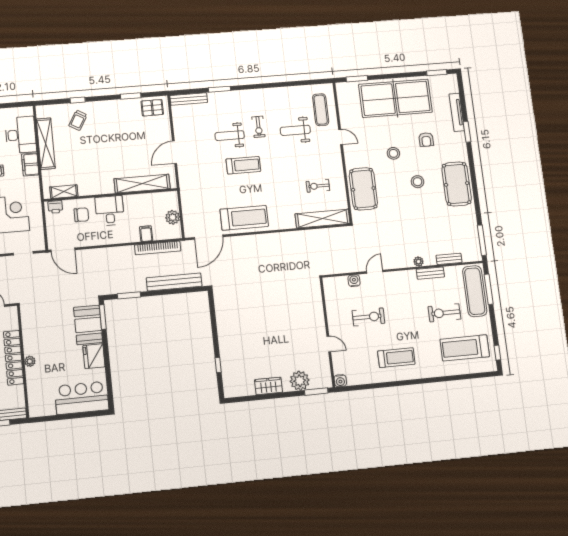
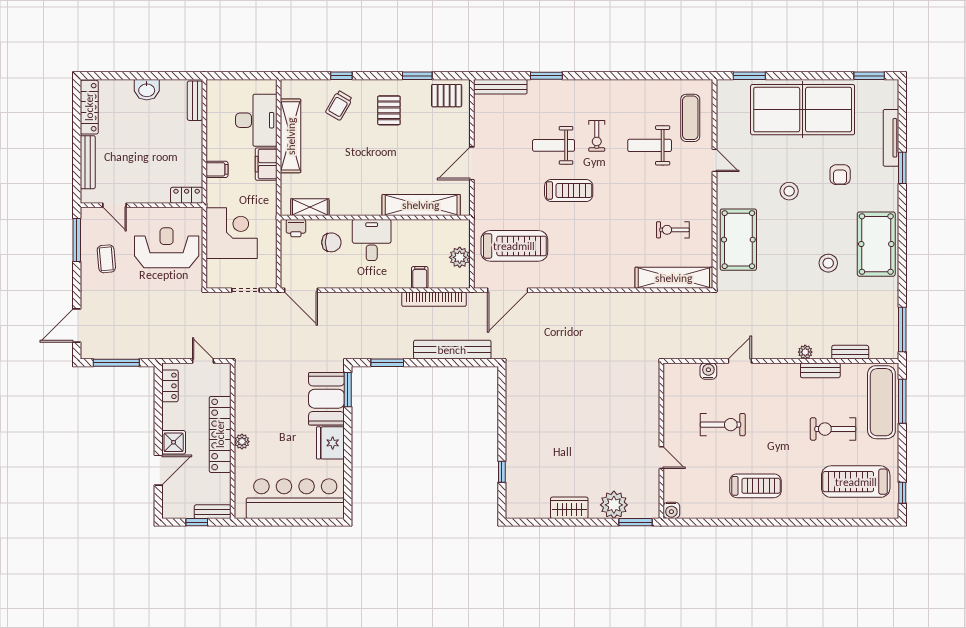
pallet: (113, 121) -> (389, 110), added
stool: (418, 182) -> (828, 263), moved
treadmill: (244, 218) -> (514, 246), moved
bar counter: (82, 398) -> (295, 499), width x1.36

